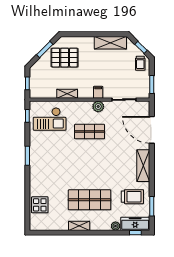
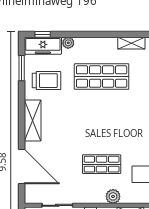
plant: (98, 106) -> (113, 196), moved
trolley: (132, 197) -> (46, 81), turned 180
shelving: (79, 226) -> (131, 43), moved

